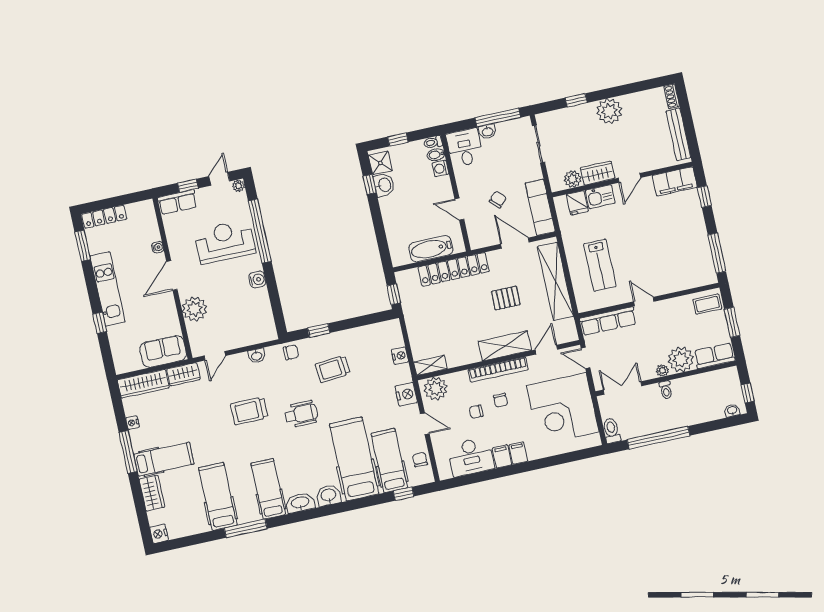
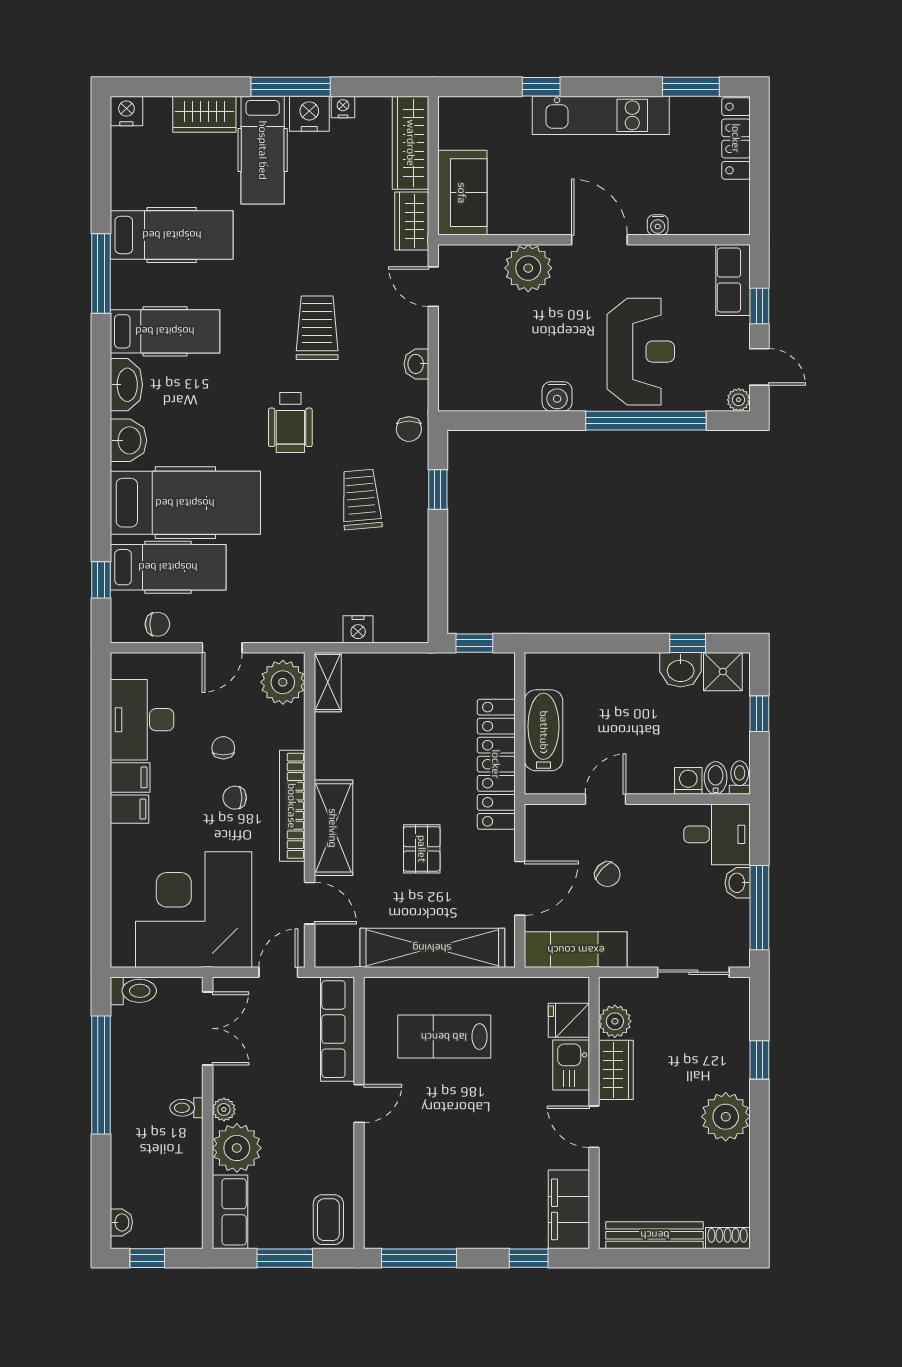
nightstand: (406, 394) -> (309, 114), moved, turned 180

